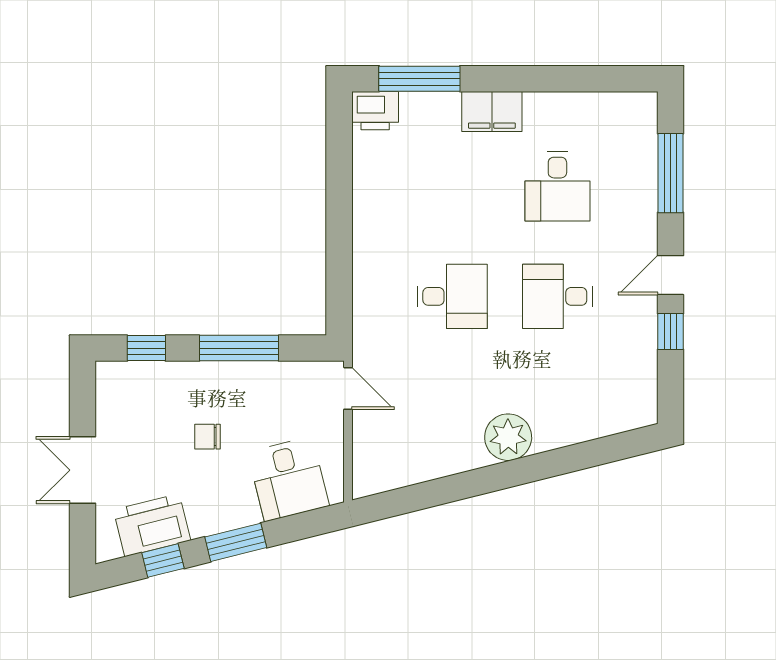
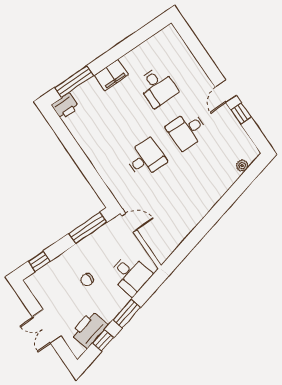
window: (671, 173) -> (198, 51), removed
window: (239, 348) -> (88, 228), moved
plant: (508, 437) -> (242, 166), moved, width x0.53, depth x0.53

